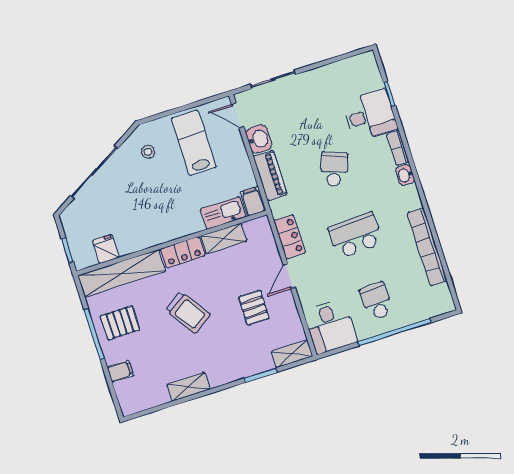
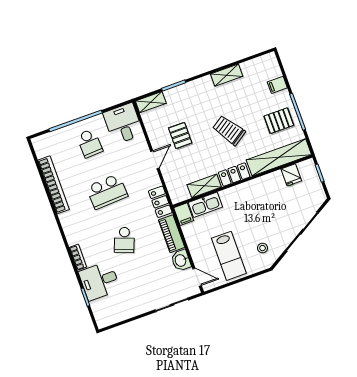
washbasin: (405, 175) -> (72, 237), removed
locker: (290, 237) -> (160, 202), moved

